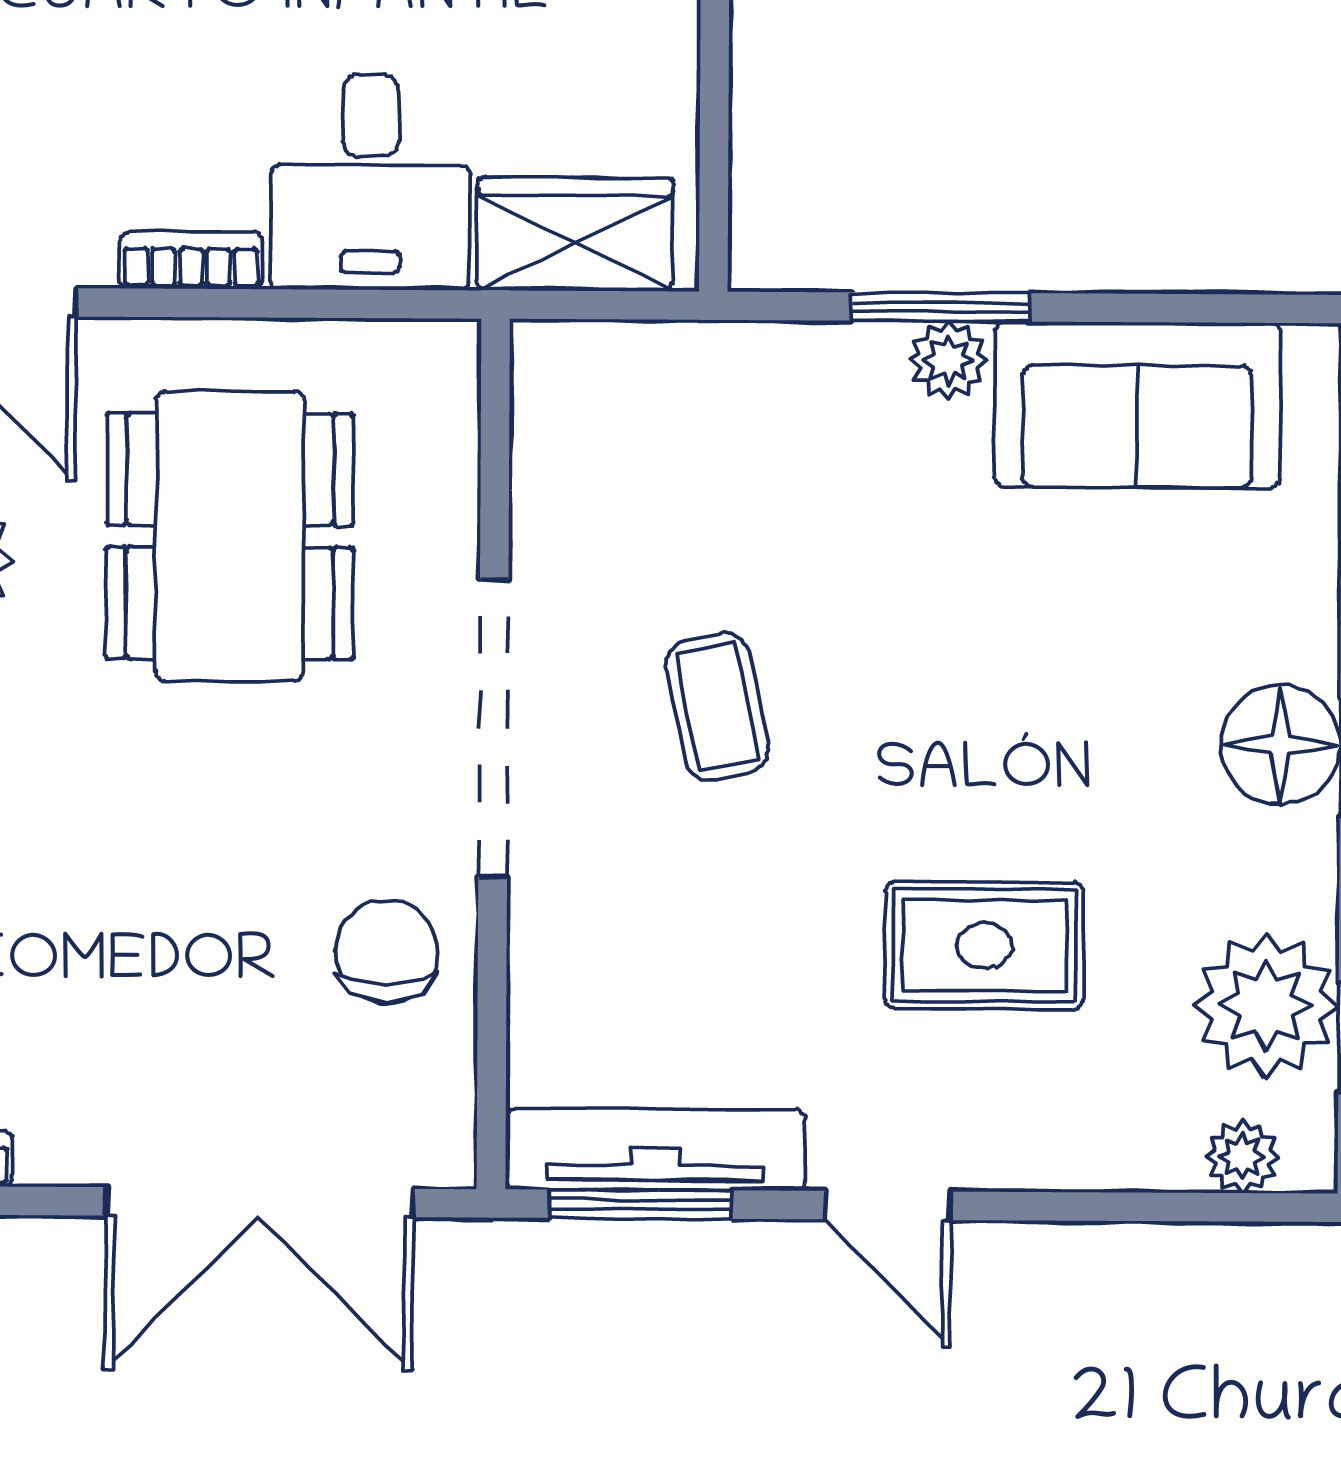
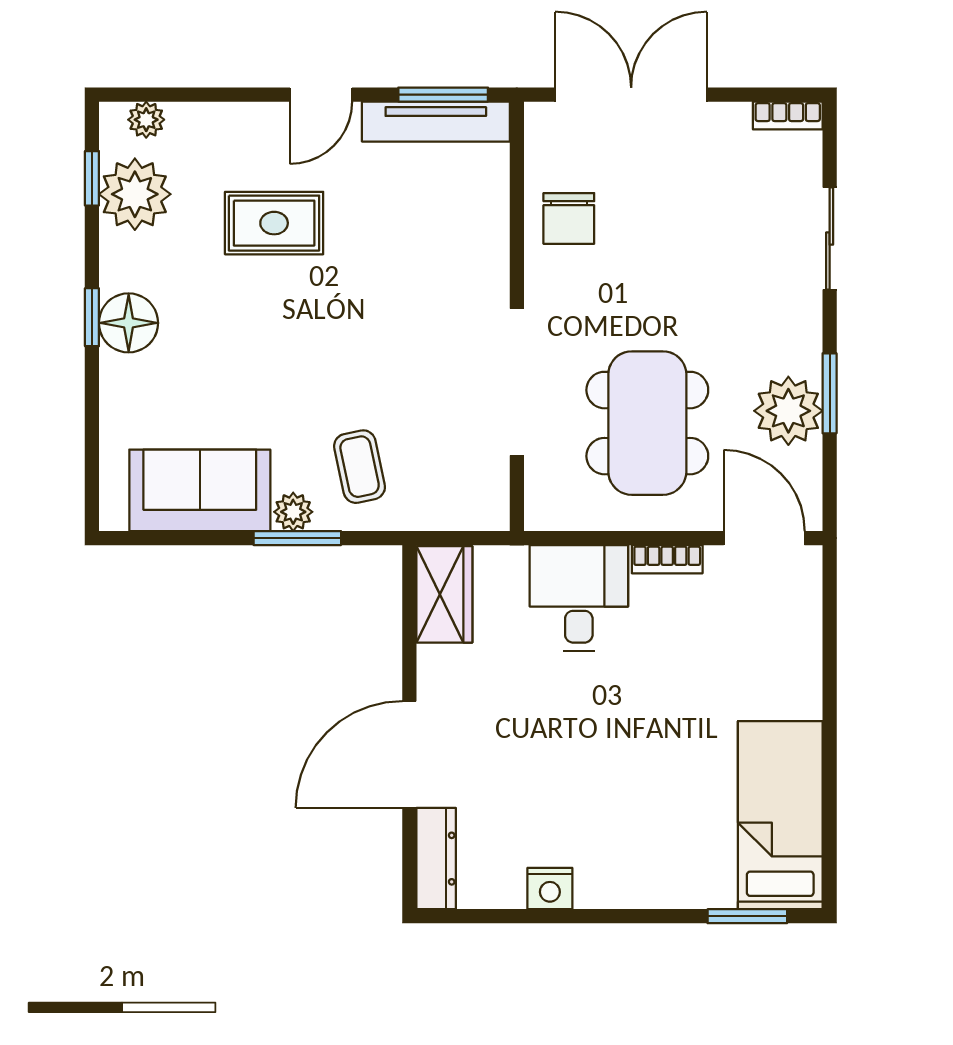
wardrobe: (575, 234) -> (444, 594), moved, turned -90
coffee table: (717, 707) -> (360, 467), moved
doorway: (493, 728) -> (517, 382), moved
door: (888, 1206) -> (321, 95), swing flipped

